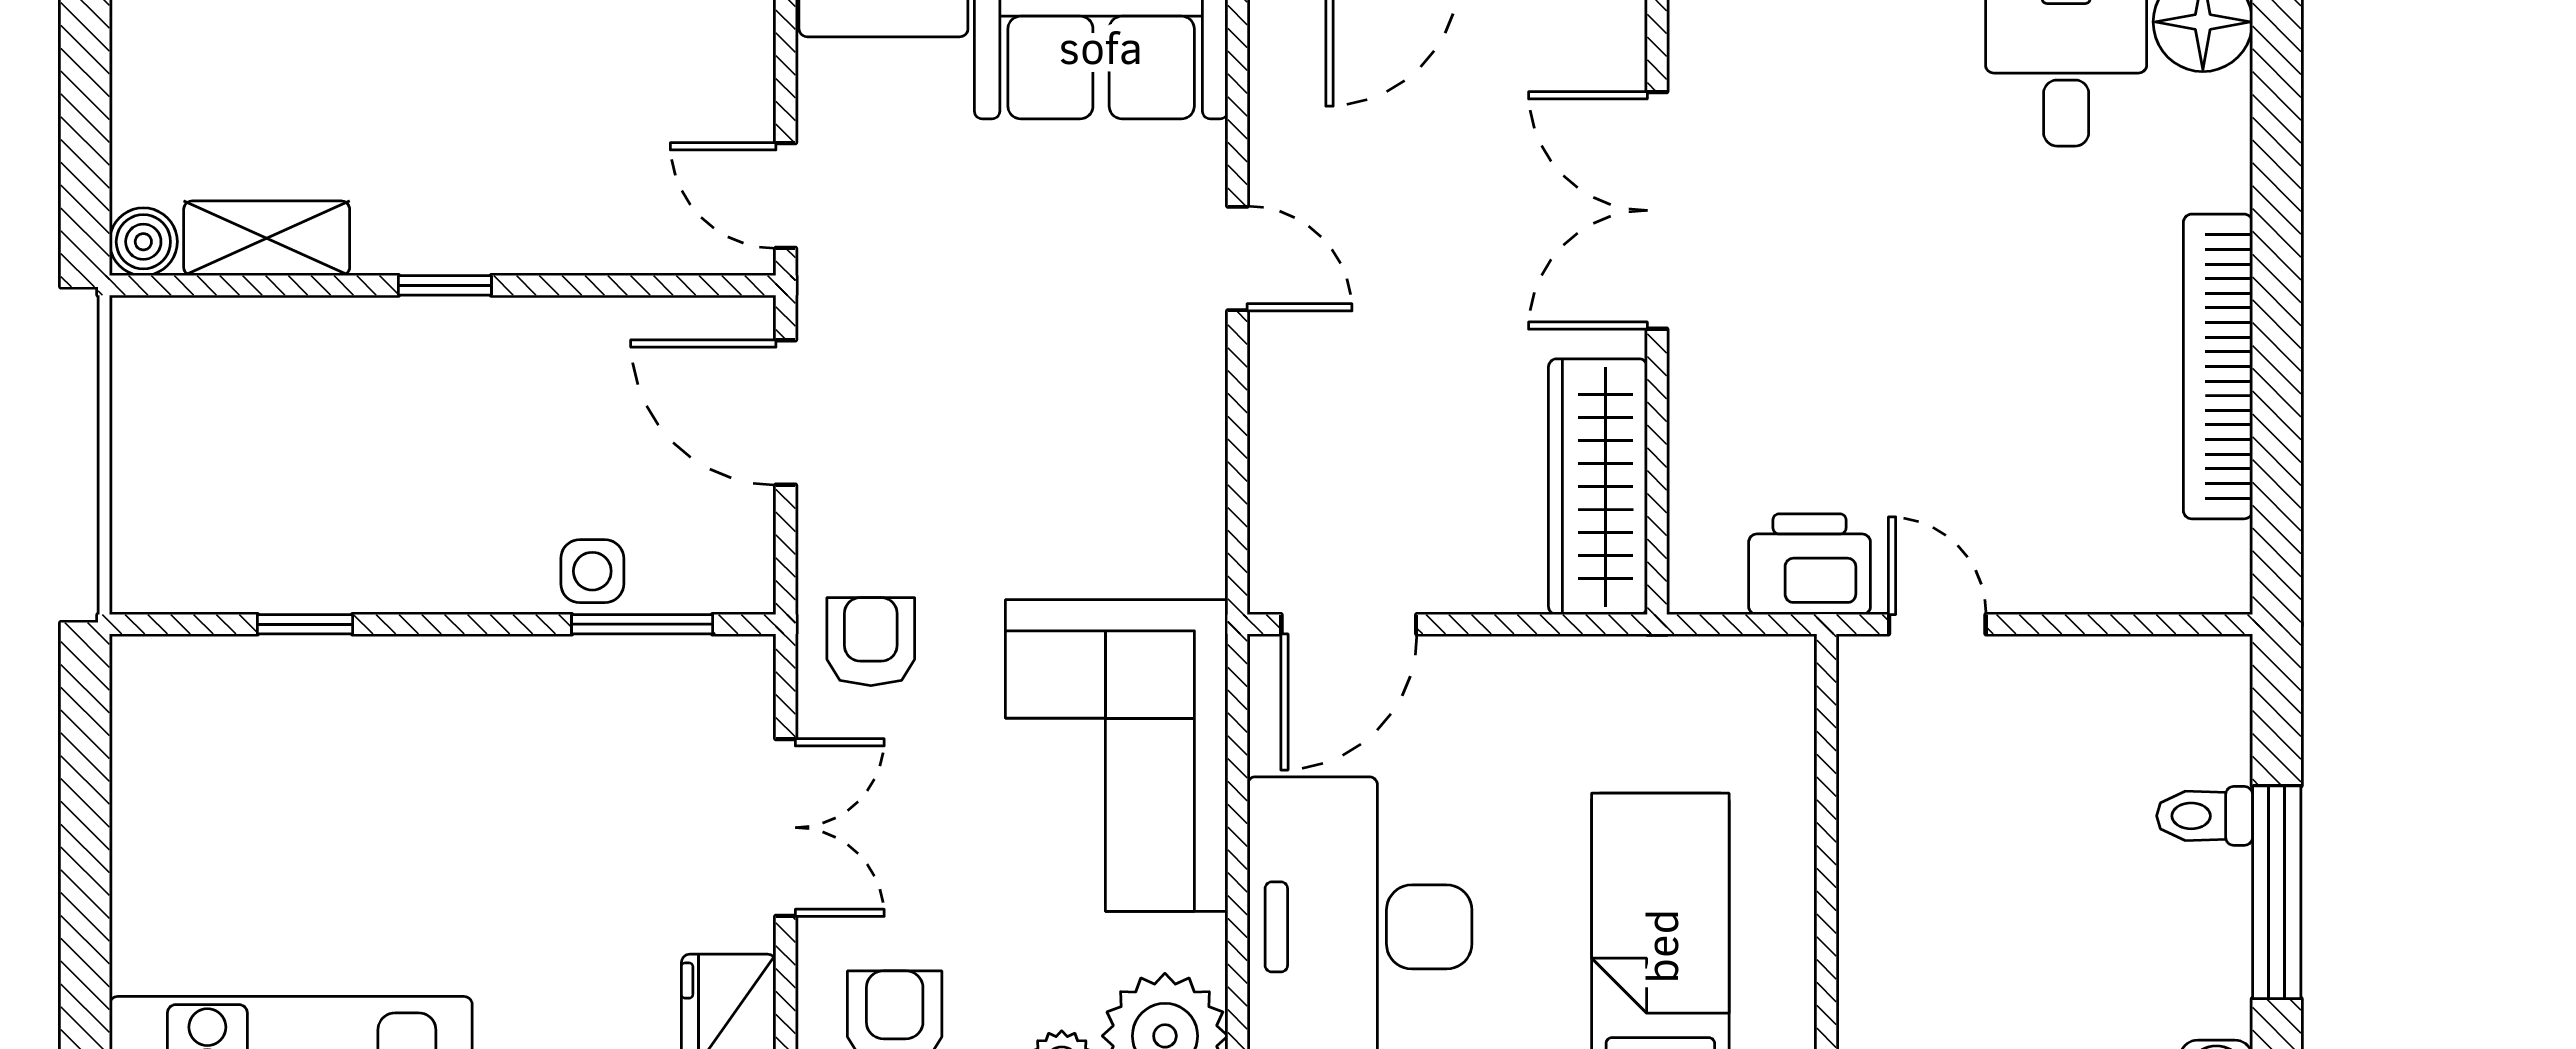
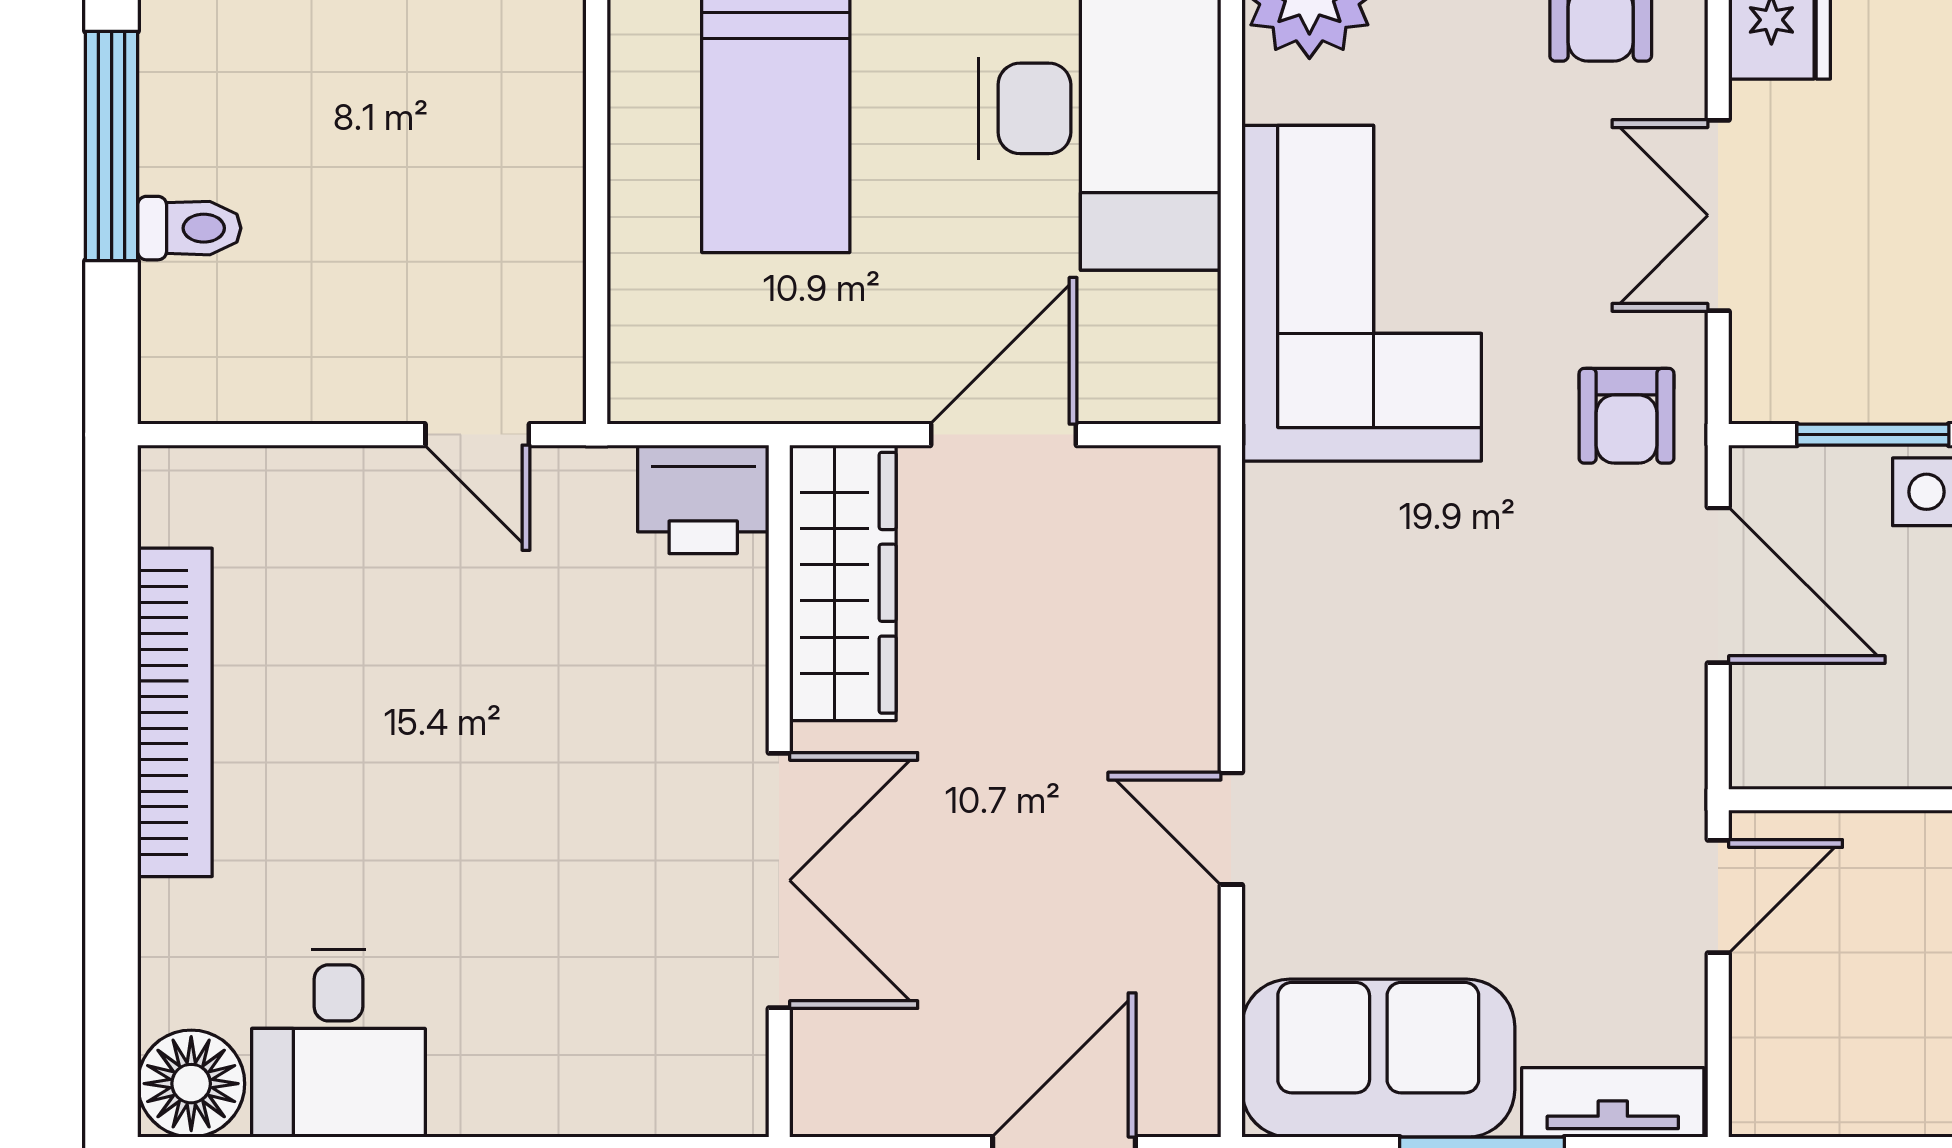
door: (786, 196) -> (1718, 897), hinge flipped
door: (786, 412) -> (1718, 585), moved
printer: (1810, 564) -> (703, 499), moved
door: (1349, 624) -> (1004, 435), moved

